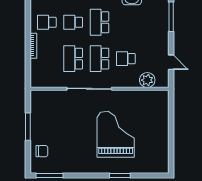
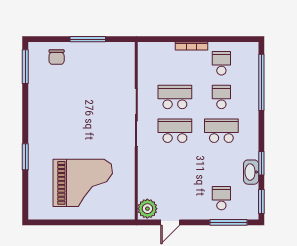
school desk: (126, 59) -> (221, 198), moved
plant: (147, 80) -> (147, 209), moved
grand piano: (116, 134) -> (83, 183), moved

